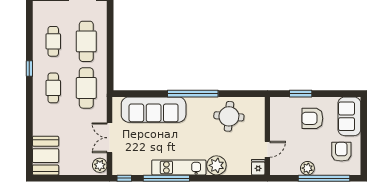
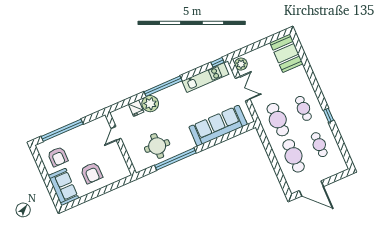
window: (193, 94) -> (175, 159), moved
window: (301, 94) -> (109, 188), removed
armchair: (312, 118) -> (92, 173), turned 90
kitchen unit: (179, 167) -> (205, 78), moved
fridge: (258, 167) -> (136, 108), moved
plant: (307, 168) -> (78, 132), removed
window: (166, 178) -> (163, 86), moved

